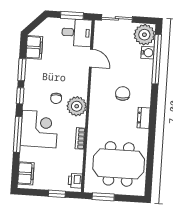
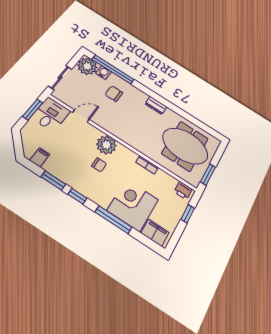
filing cabinet: (34, 47) -> (40, 157), width x0.50
chair: (123, 94) -> (114, 94), moved
plant: (77, 106) -> (106, 145), moved
corner desk: (39, 129) -> (133, 205), moved
meeting table: (119, 164) -> (185, 146), turned 90

